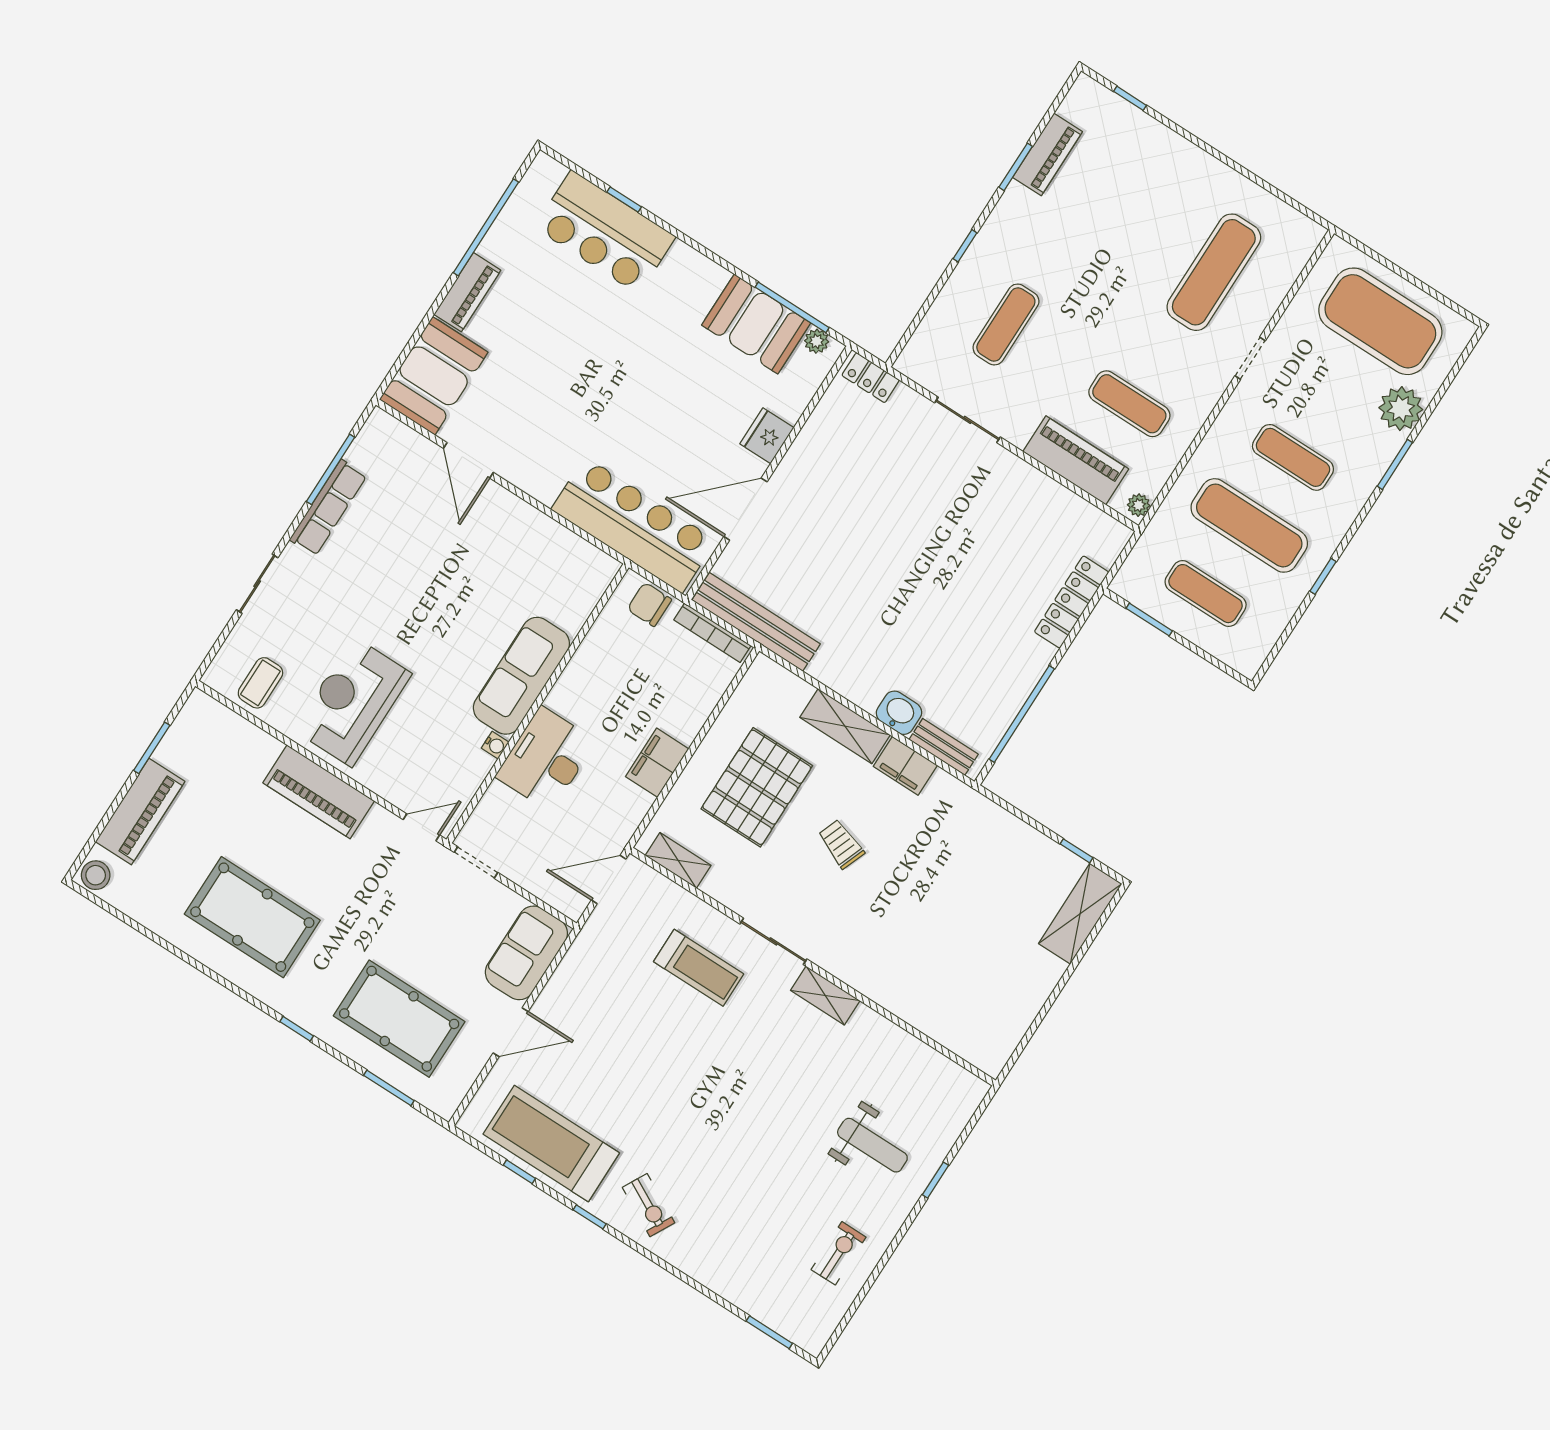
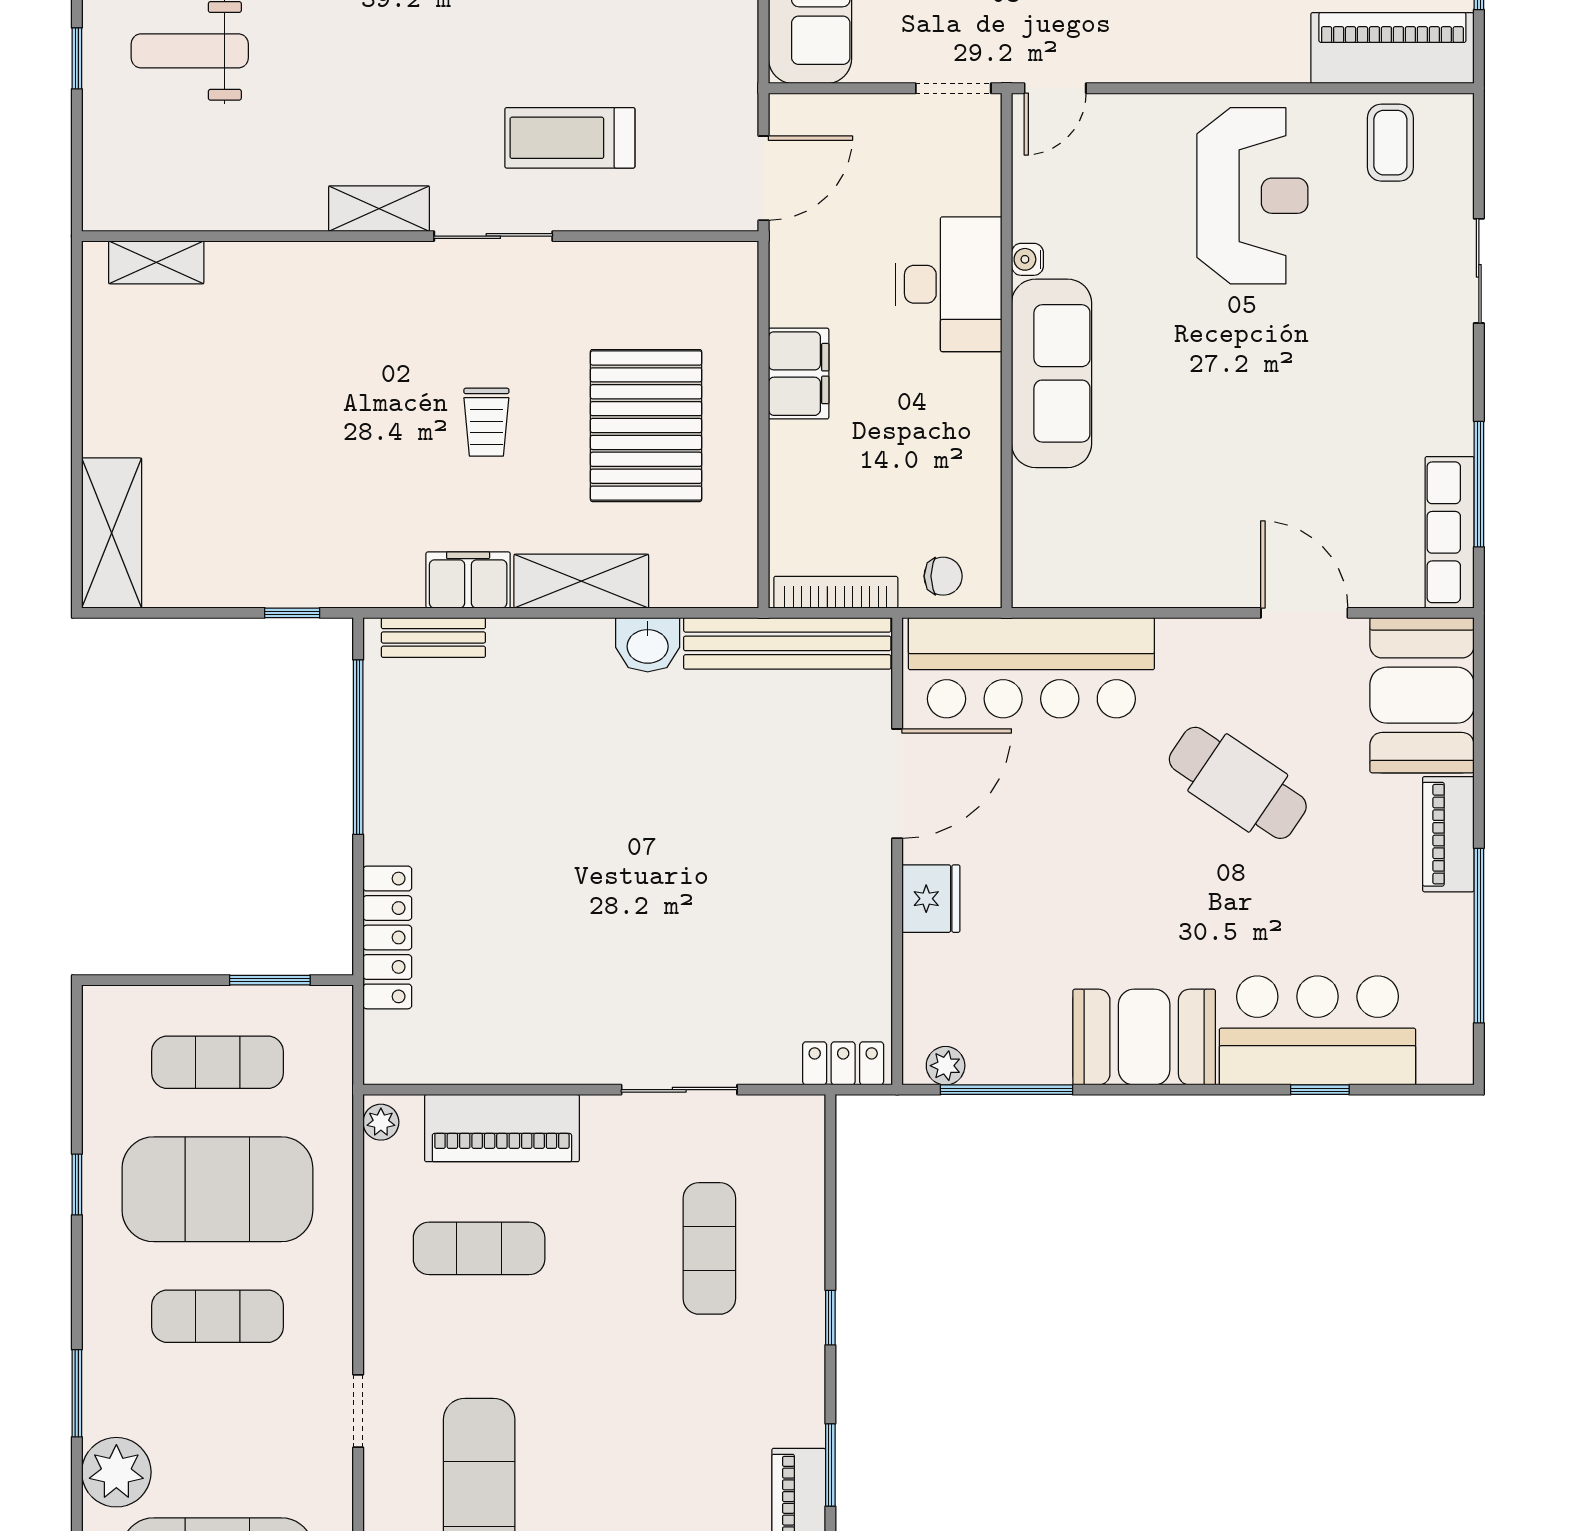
booth: (756, 324) -> (1144, 1037), moved
cafe table: (563, 392) -> (1238, 783), added
row of seats: (328, 508) -> (1450, 532), moved
exercise mat: (1249, 525) -> (217, 1189), width x1.47
chair: (649, 604) -> (943, 576), width x0.73, depth x0.73
washbasin: (899, 713) -> (648, 645), moved
piano: (319, 792) -> (1392, 48), moved
trolley: (841, 844) -> (486, 422), turned 69
window: (1076, 851) -> (292, 613), moved
shelving: (678, 860) -> (156, 262), moved

